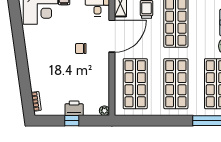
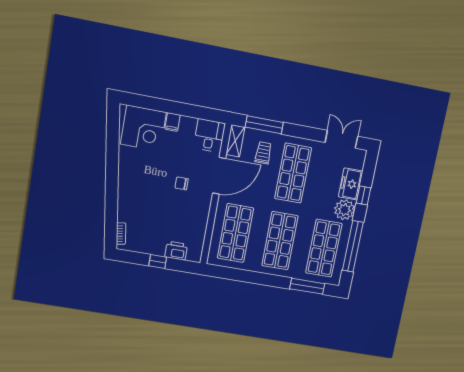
printer: (74, 108) -> (176, 251), moved
plant: (104, 111) -> (196, 257), removed

